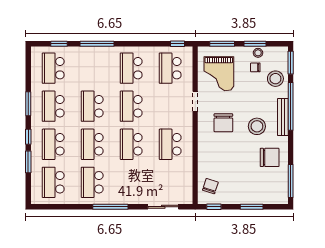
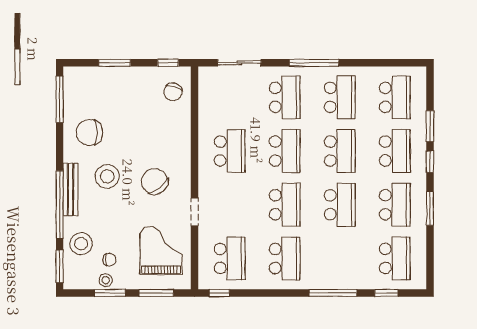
chair: (223, 123) -> (155, 181), turned -39
school desk: (131, 182) -> (285, 97), added

